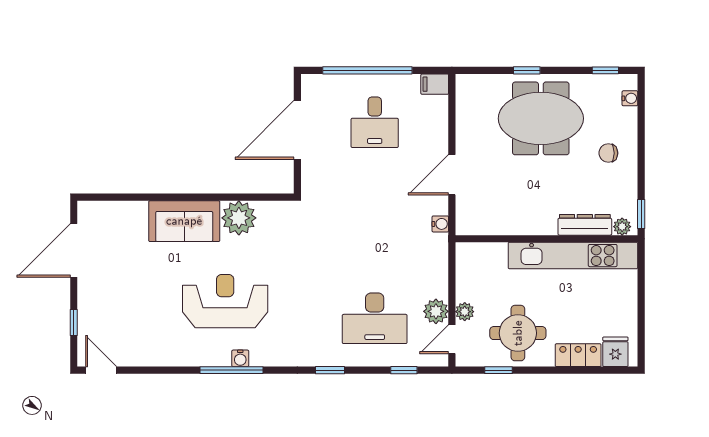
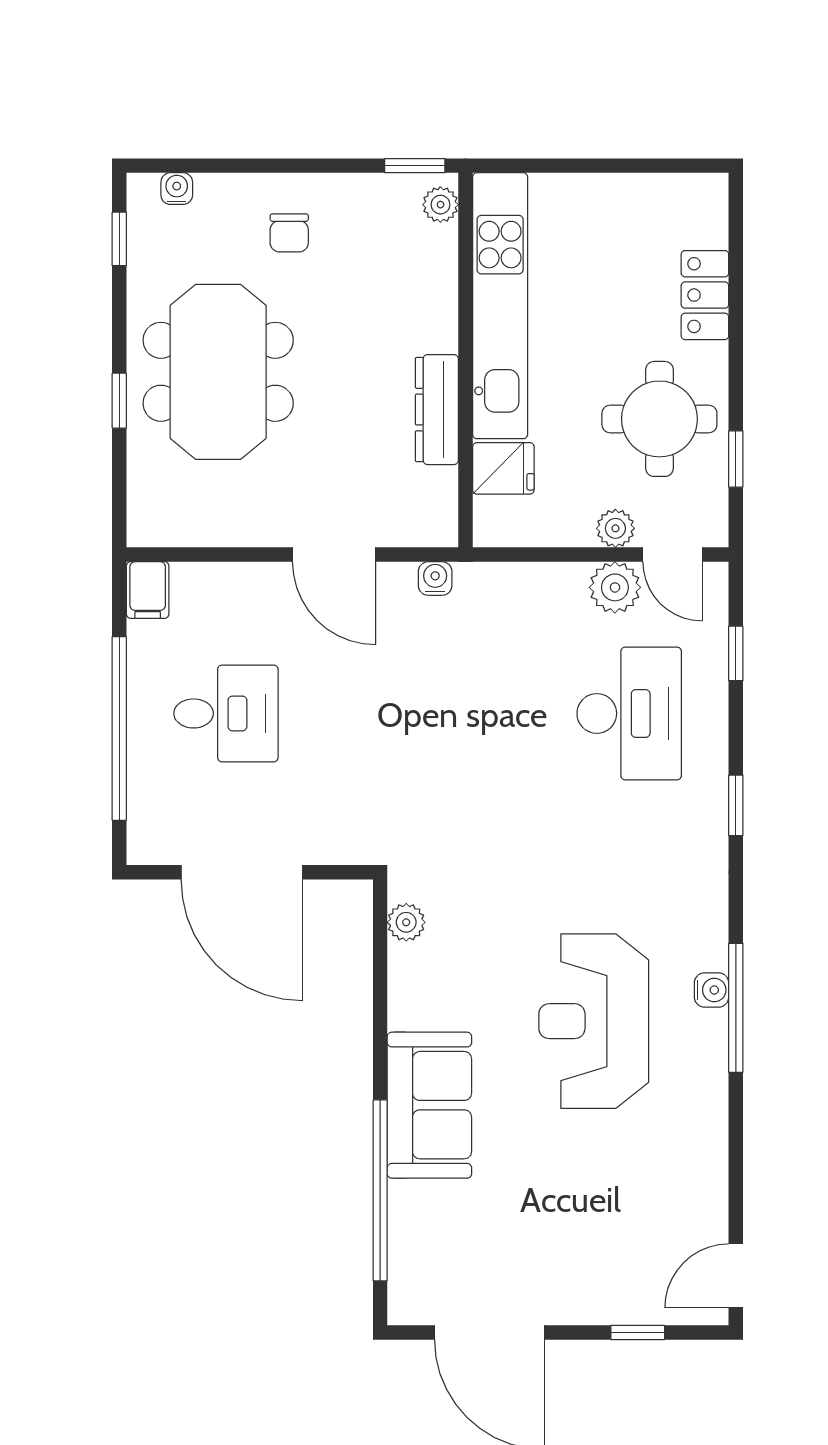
window: (143, 197) -> (380, 1190), added
plant: (239, 218) -> (406, 922), moved, width x0.53, depth x0.53
dresser: (585, 225) -> (437, 410), moved
fridge: (615, 352) -> (503, 468), moved, turned 180

